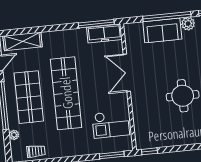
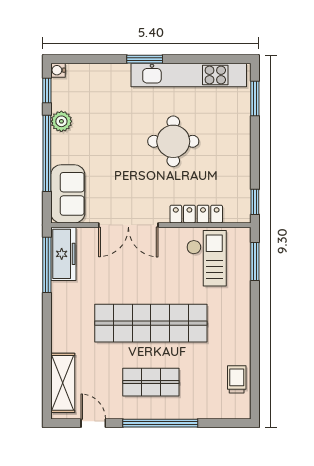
sofa: (162, 30) -> (68, 194), moved
shop shelf: (29, 97) -> (151, 382), width x0.70, depth x0.74
locker: (138, 115) -> (196, 214), added
plant: (14, 135) -> (208, 411), removed

